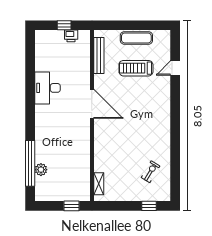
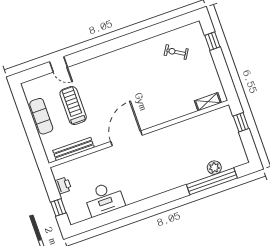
window: (64, 25) -> (58, 207), moved
treadmill: (136, 68) -> (73, 105), turned 180
desk: (47, 88) -> (104, 199), moved

